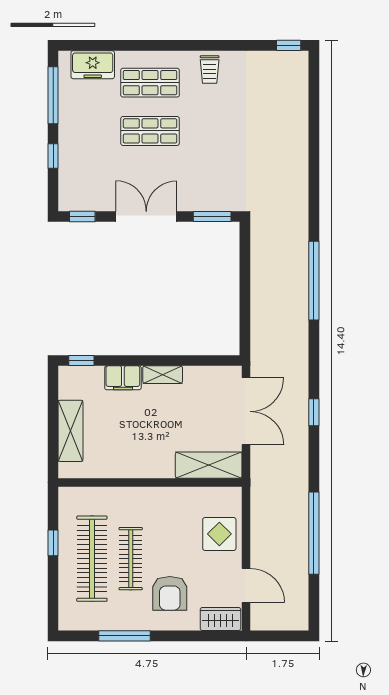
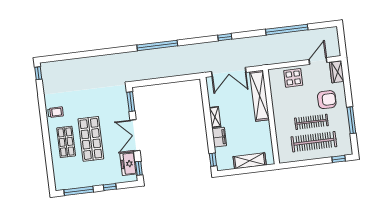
freezer: (93, 65) -> (128, 164), moved, turned 180
shop shelf: (150, 131) -> (91, 139), width x1.43, depth x1.36
double door: (246, 411) -> (229, 72), swing flipped
shelving: (209, 465) -> (260, 96), width x1.47
window: (53, 543) -> (339, 159), moved

